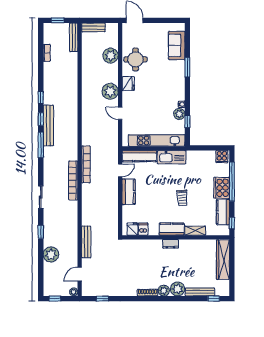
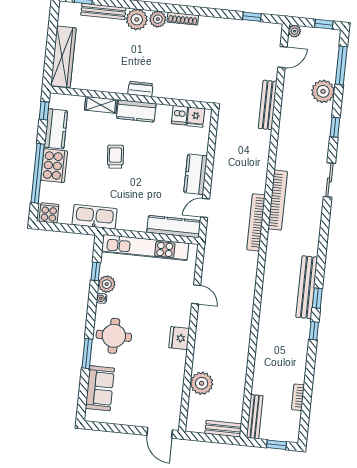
round table: (136, 59) -> (114, 336), moved
plant: (110, 91) -> (208, 329), removed
window: (41, 145) -> (341, 65), moved
kitchen sink: (172, 157) -> (95, 217), moved

